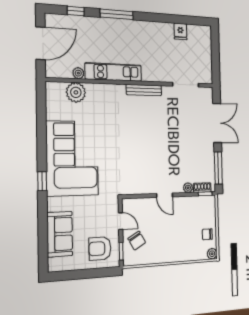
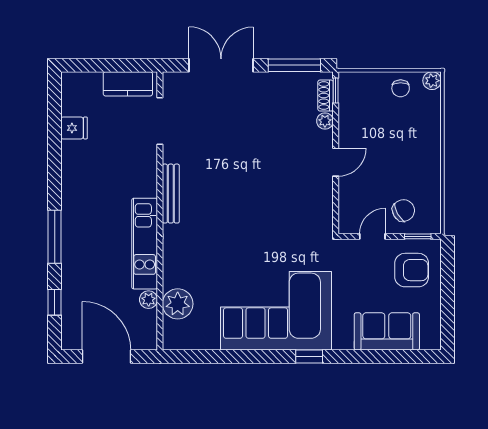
kitchen counter: (206, 66) -> (128, 84), added
armchair: (100, 249) -> (412, 270), turned -90

